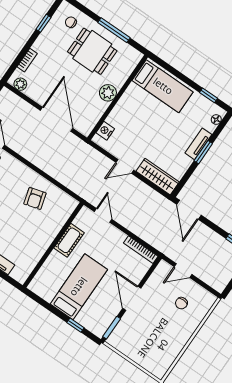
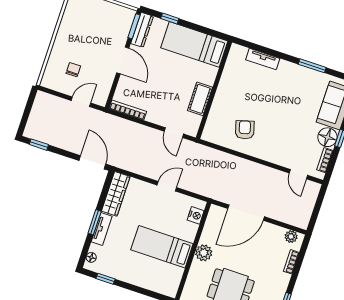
bed: (163, 86) -> (162, 247), moved
door: (57, 119) -> (246, 213), hinge flipped
wardrobe: (158, 177) -> (116, 194), moved, turned -90
bed: (79, 287) -> (194, 44), moved, turned 90
dresser: (105, 322) -> (142, 30), added

